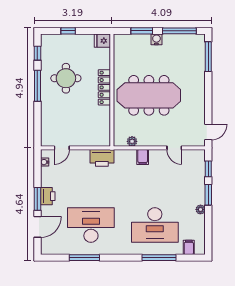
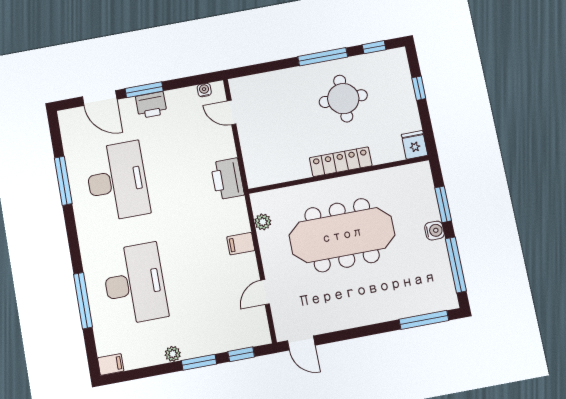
meeting table: (149, 95) -> (342, 235), turned 90
desk: (155, 225) -> (135, 284), turned 180
filing cabinet: (189, 247) -> (111, 364), moved

